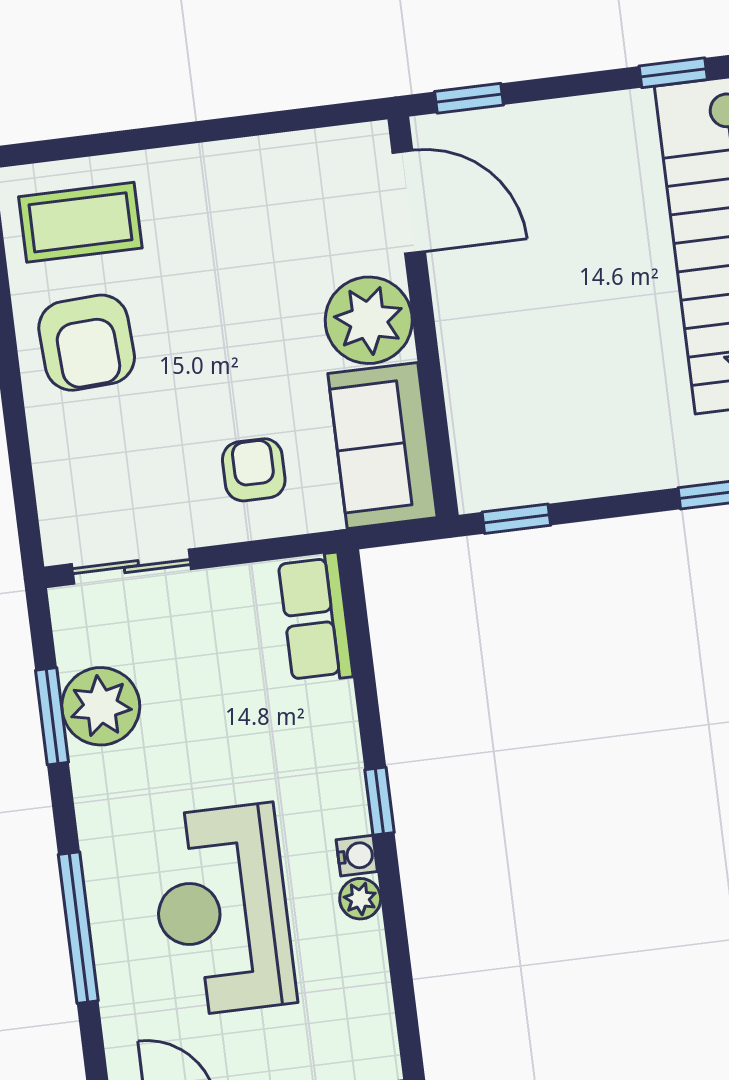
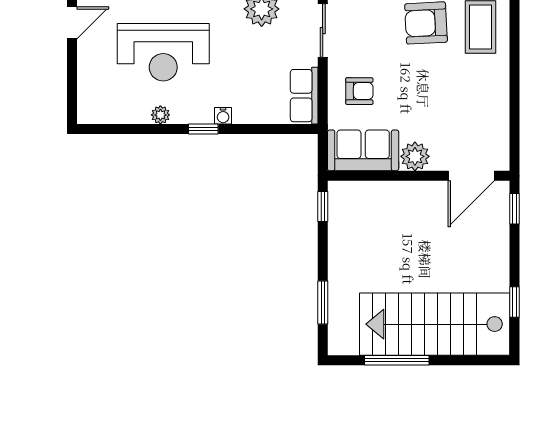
plant: (369, 320) -> (415, 156), width x0.73, depth x0.73
row of seats: (315, 618) -> (304, 96), moved, turned -90
water cooler: (357, 856) -> (223, 116), moved
reception desk: (222, 910) -> (163, 52), turned 180

